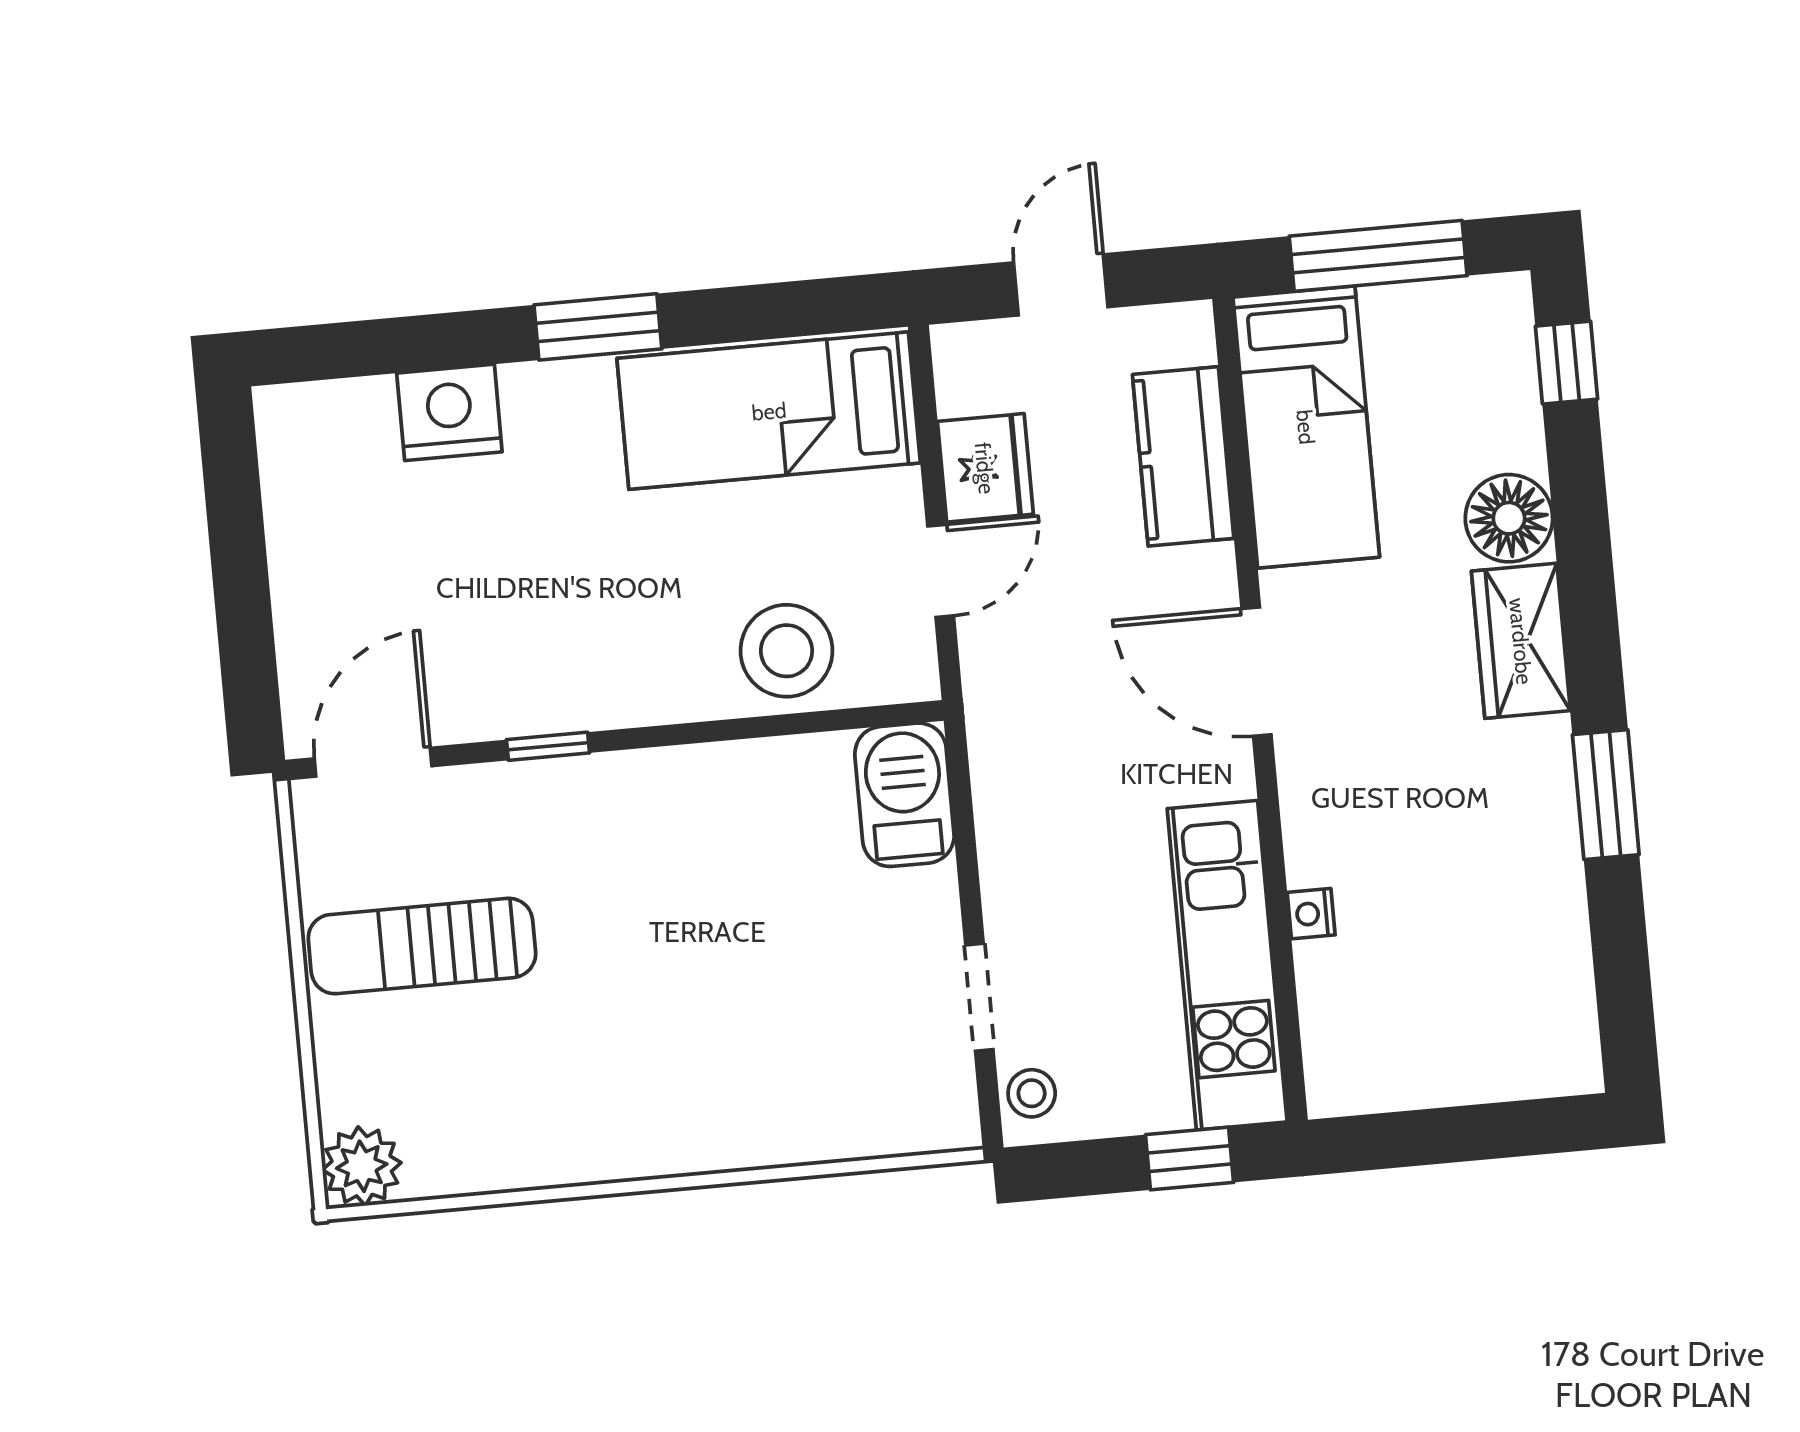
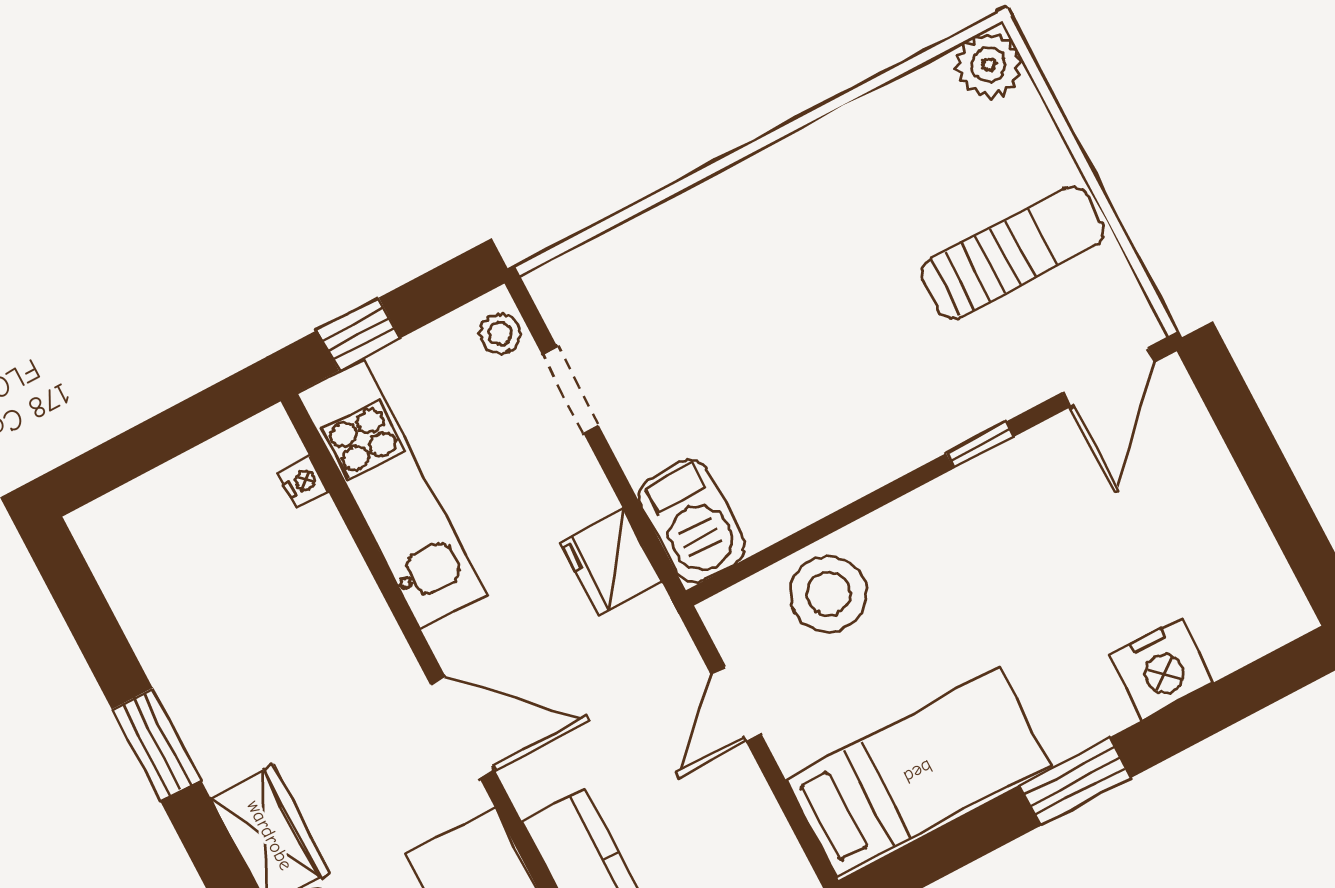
fridge: (985, 468) -> (611, 562), moved
nightstand: (1311, 914) -> (303, 482), moved

